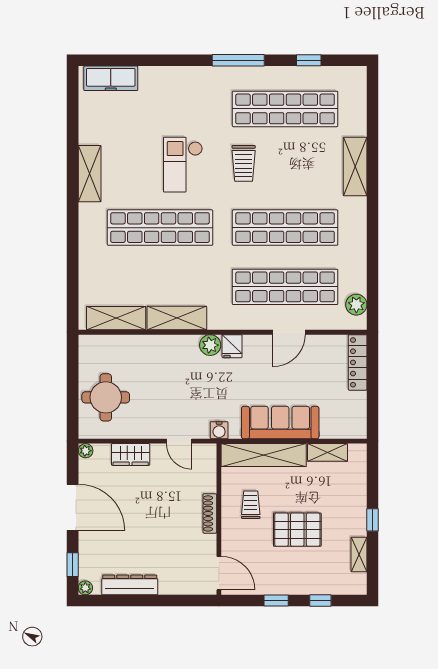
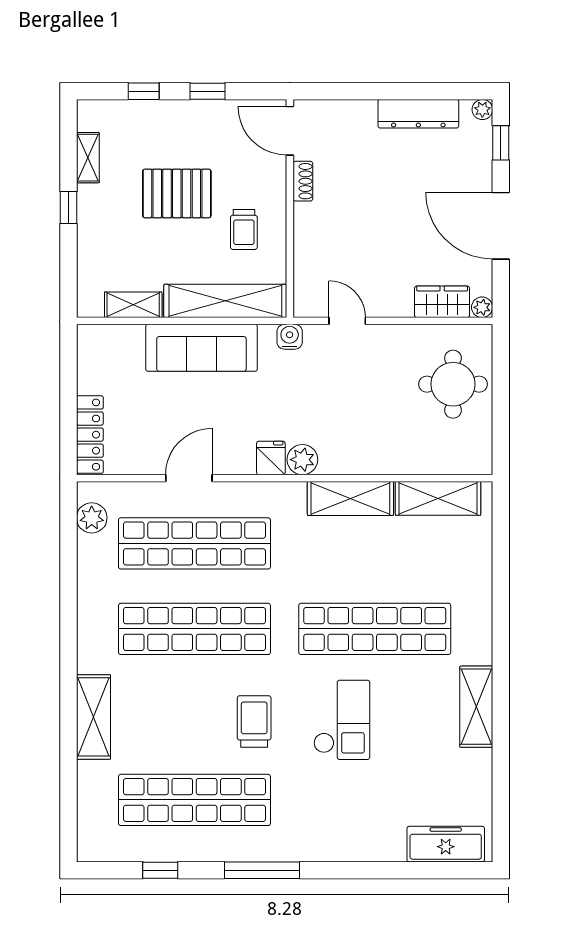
wardrobe: (131, 454) -> (442, 302), moved
shoe rack: (210, 513) -> (303, 181), moved, width x0.70

